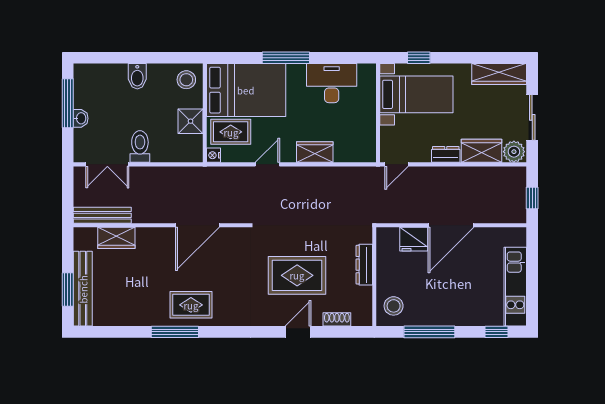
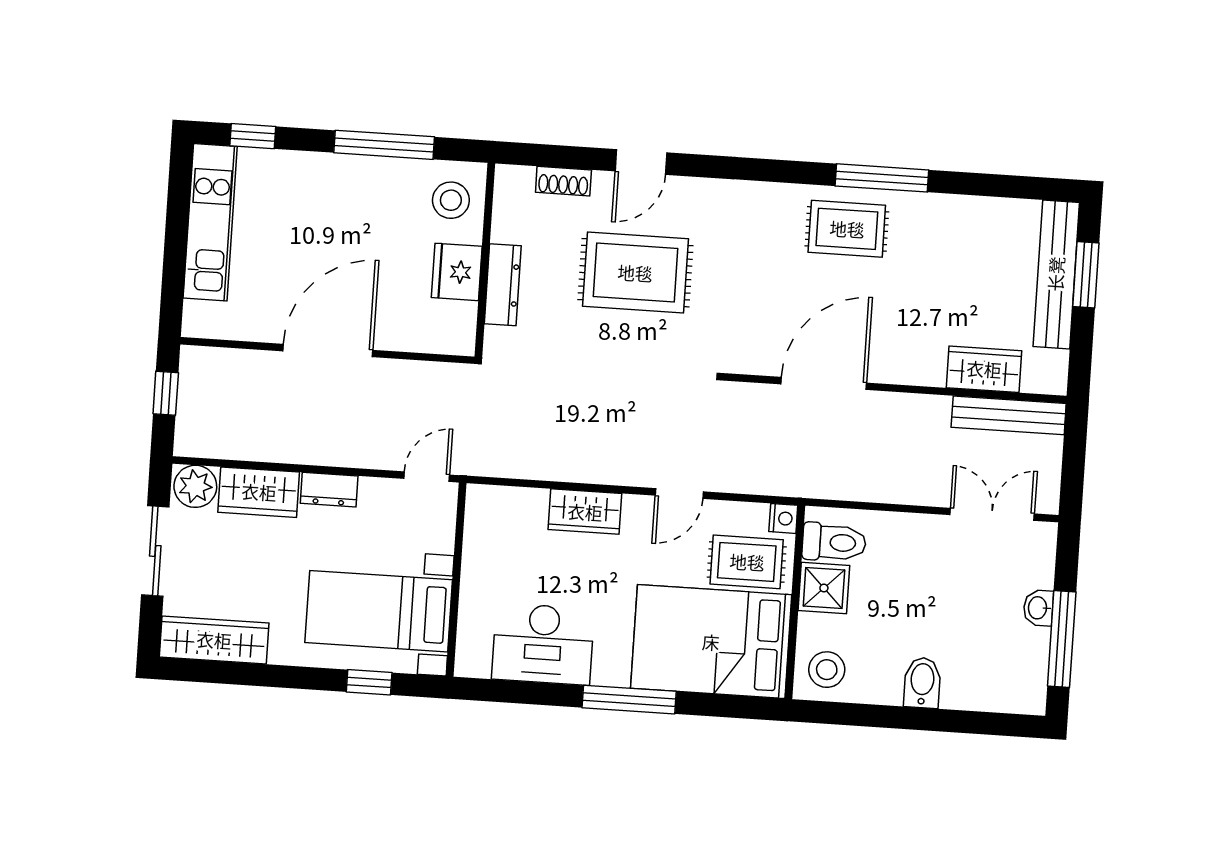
toilet: (140, 146) -> (834, 542), moved, turned -90
fridge: (414, 239) -> (457, 272), moved, turned -90

